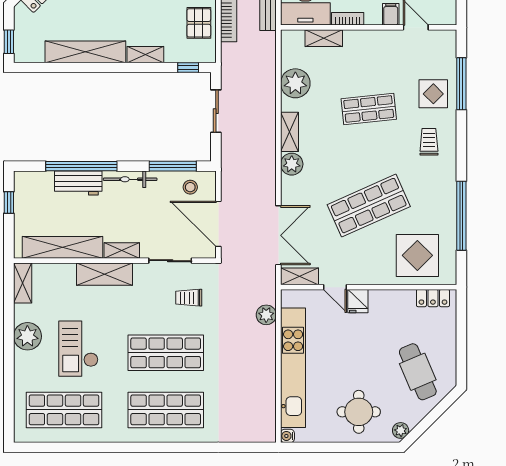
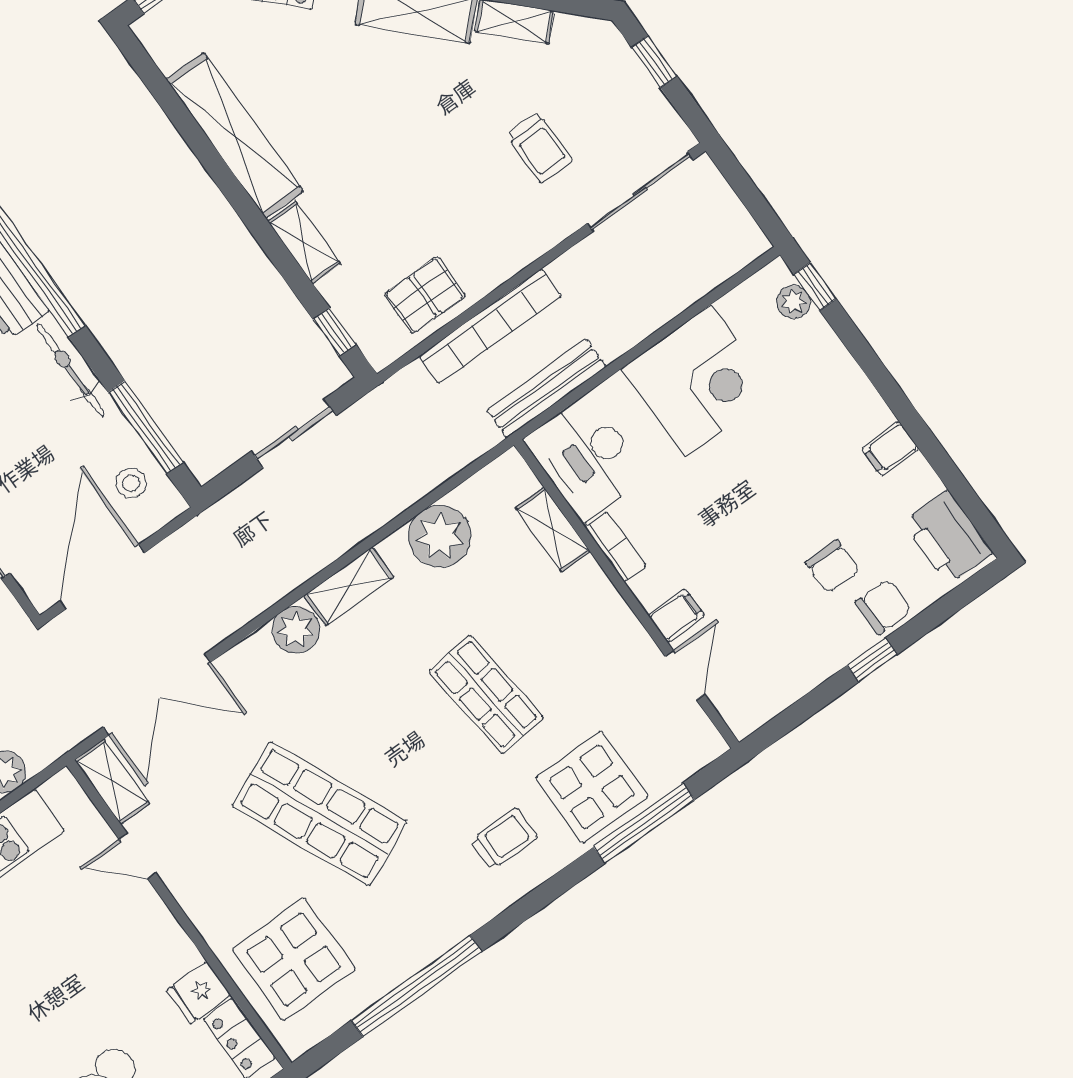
display table: (433, 94) -> (592, 787), width x1.36, depth x1.36
door: (335, 287) -> (137, 856), hinge flipped
fridge: (358, 301) -> (199, 993), moved

